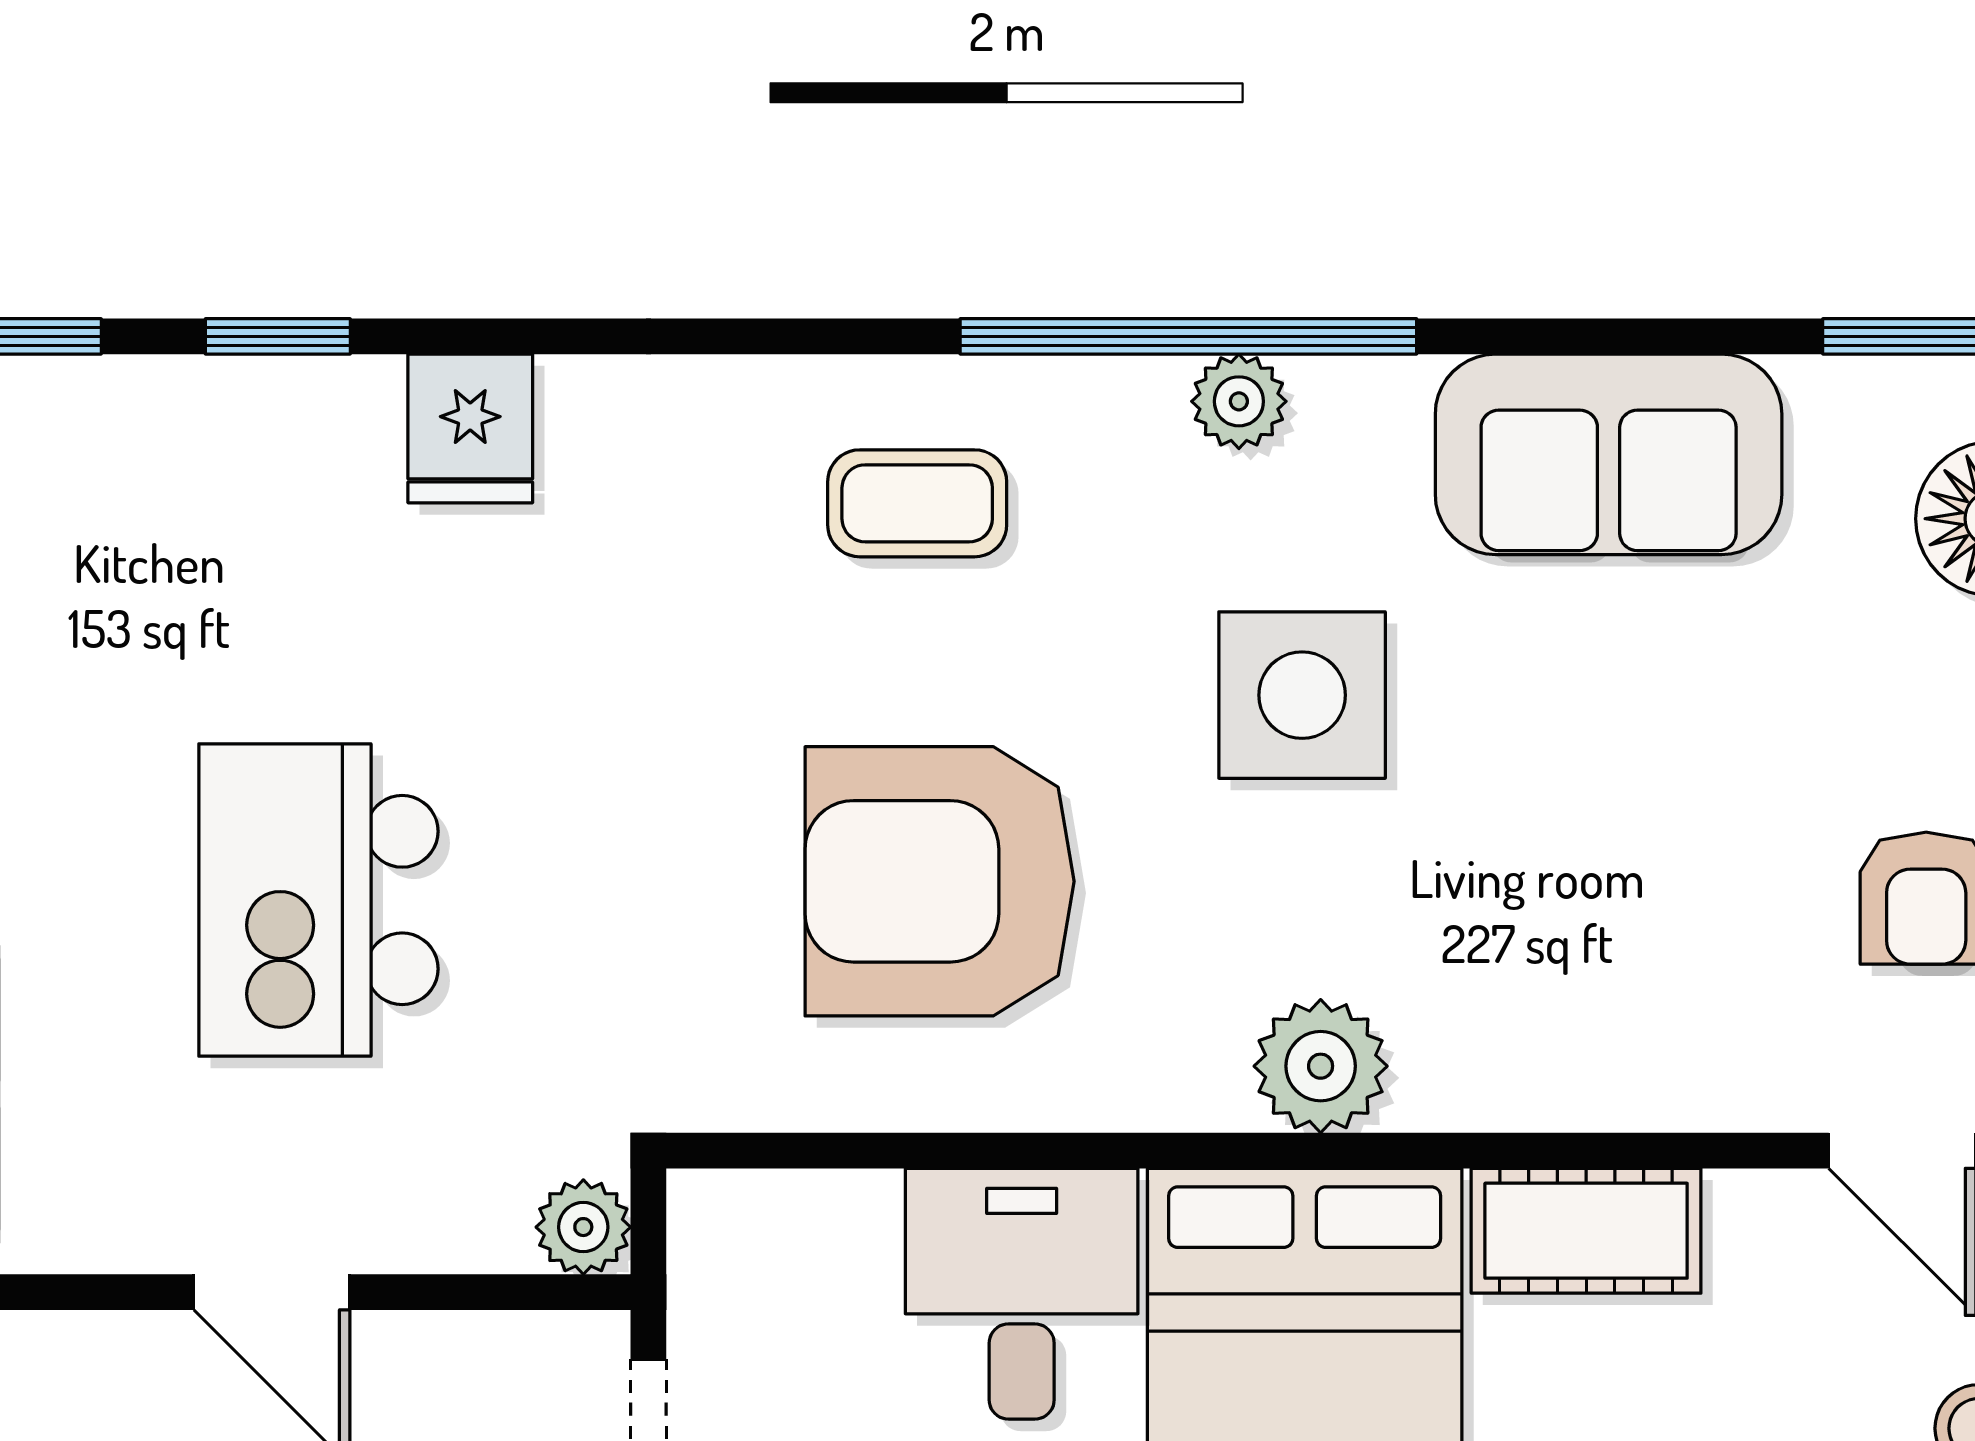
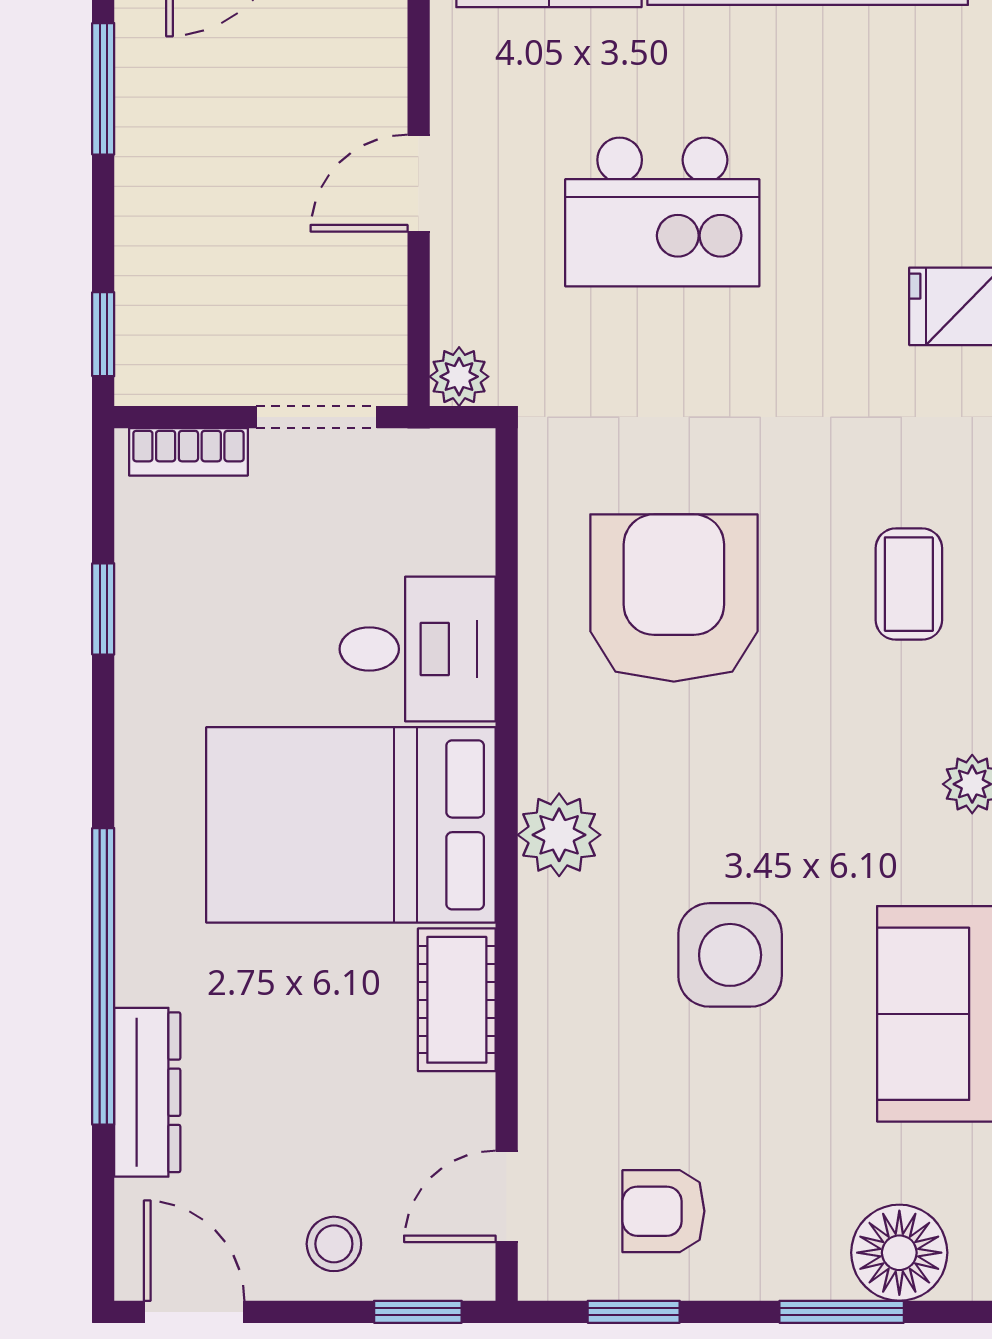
side table: (1302, 695) -> (730, 955), moved
kitchen island: (318, 900) -> (662, 212), turned 180

